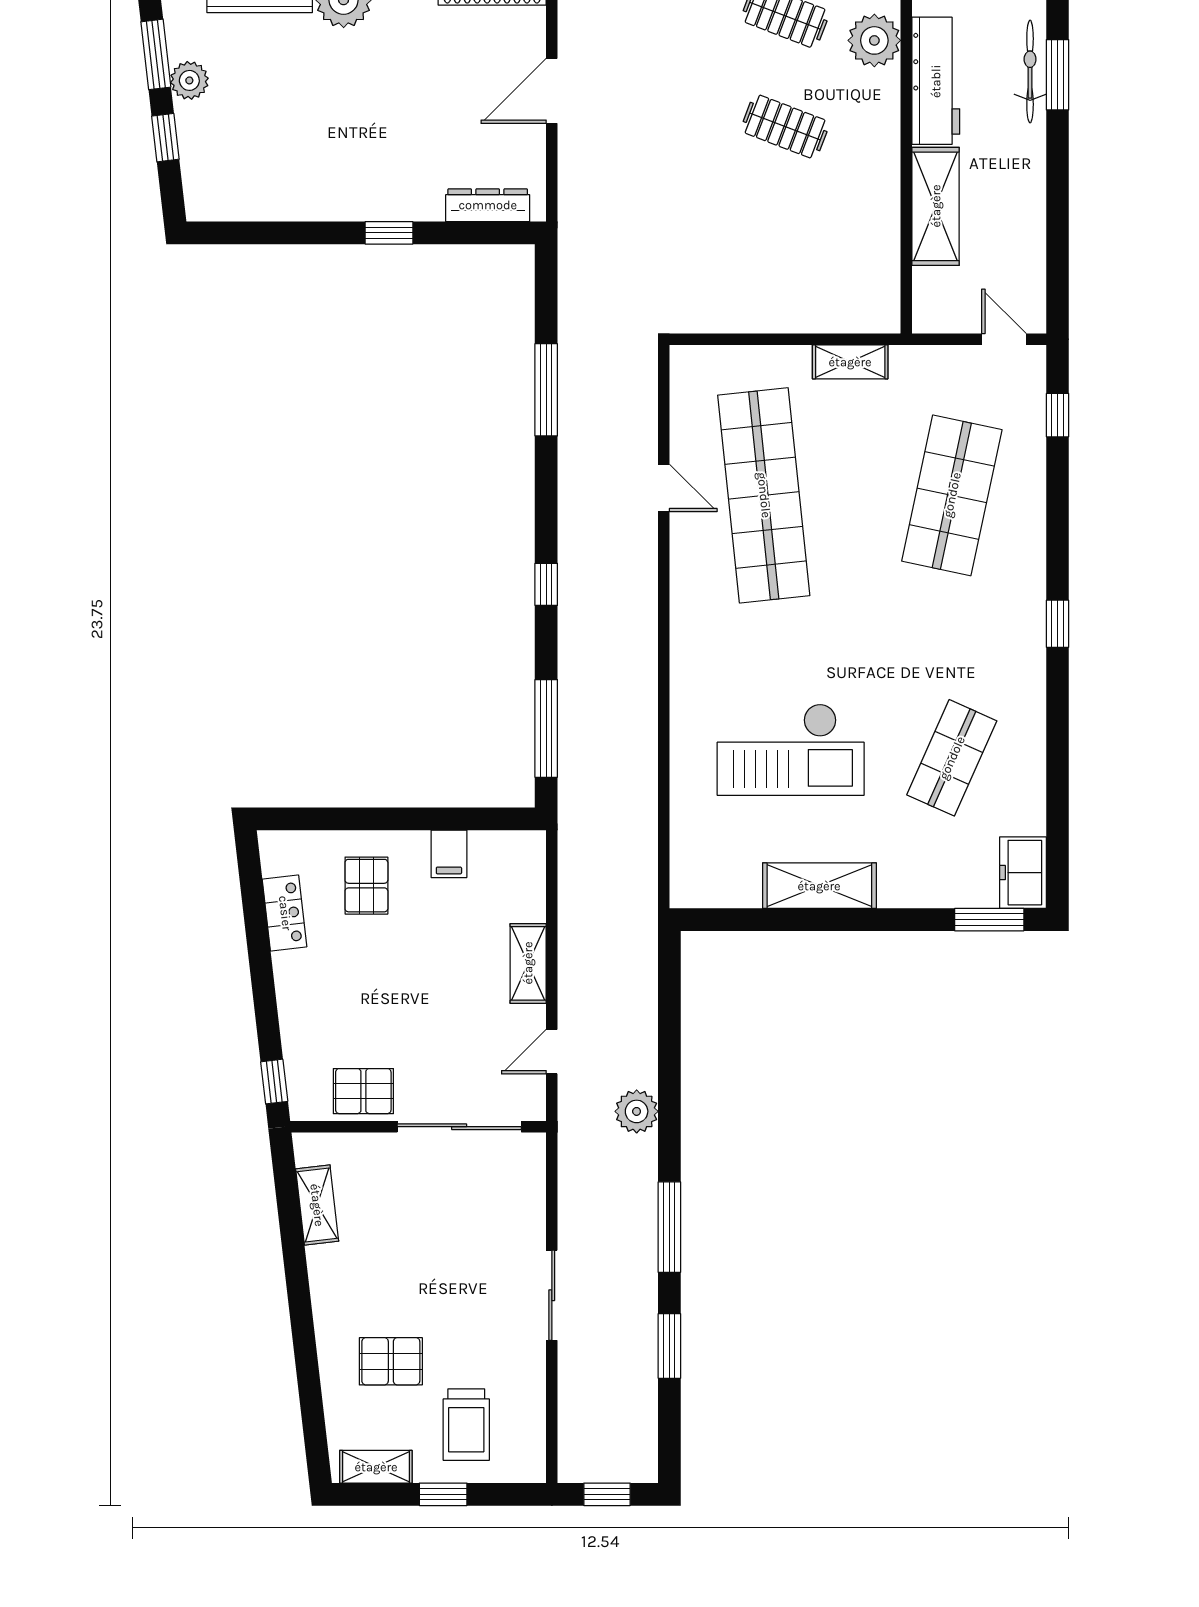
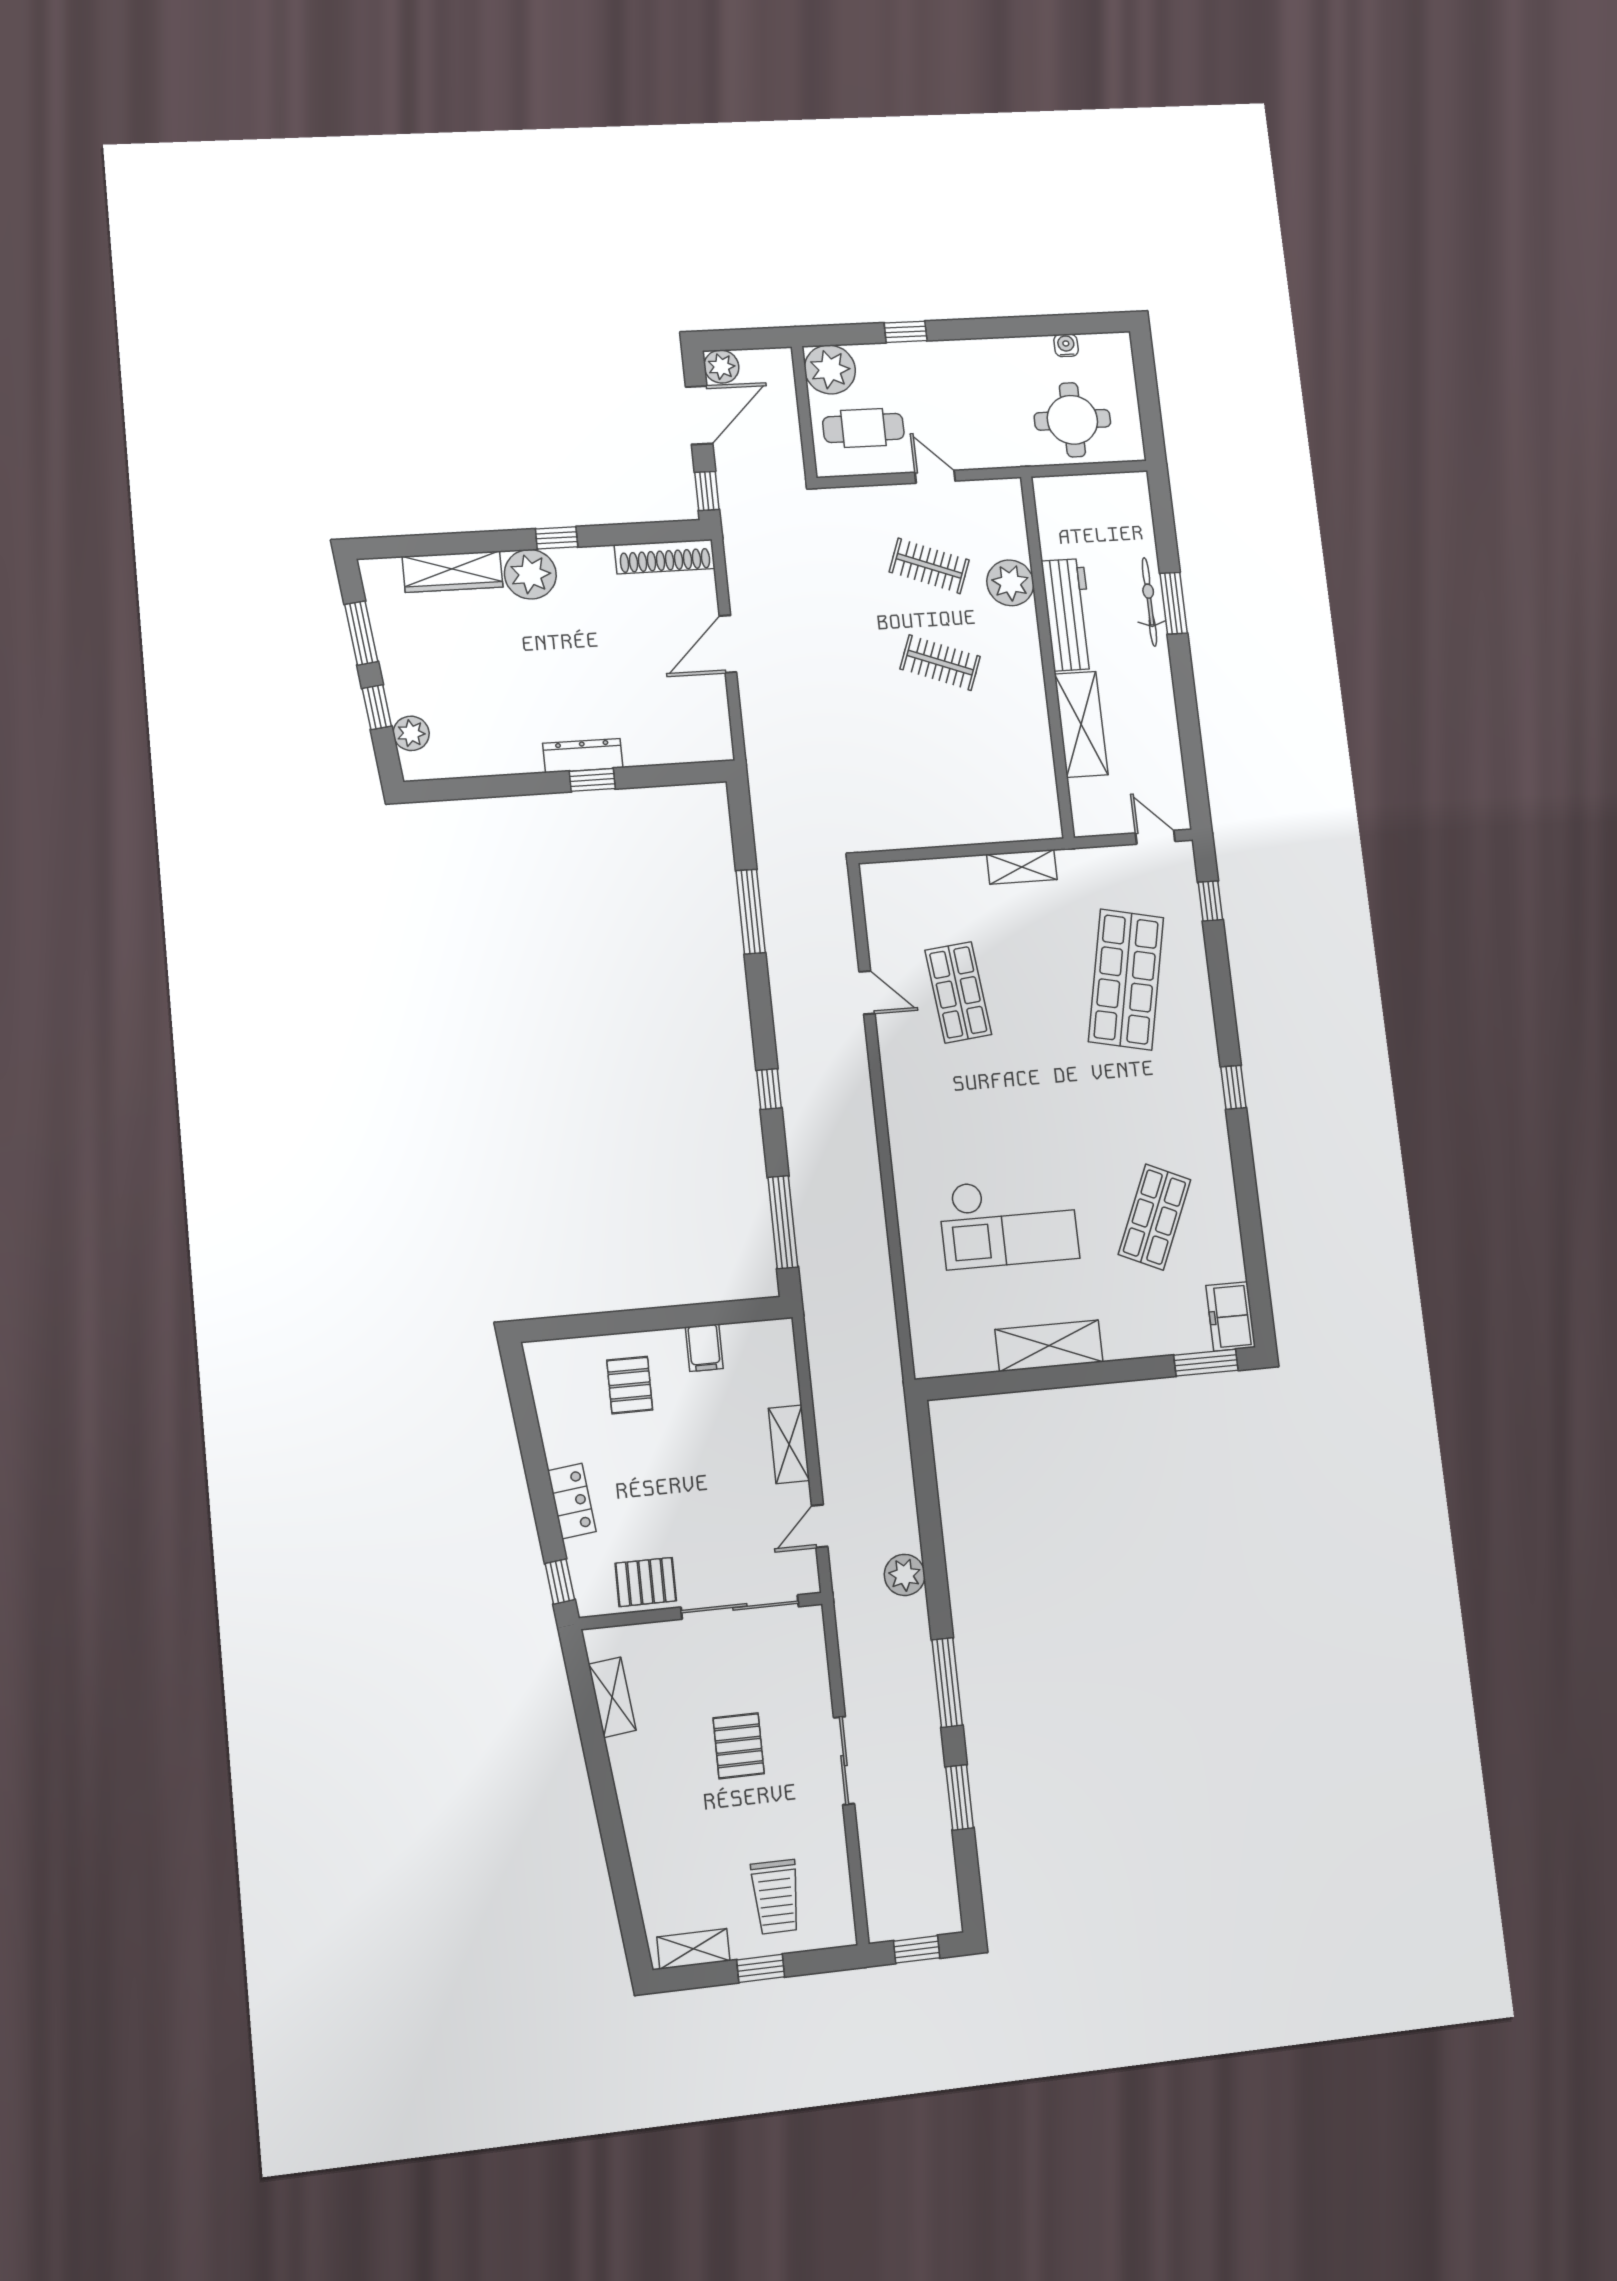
plant: (189, 80) -> (411, 733), moved
dresser: (488, 205) -> (583, 756), moved
shop shelf: (764, 495) -> (958, 992), width x0.50, depth x0.74
locker: (285, 913) -> (572, 1501), moved
pallet: (391, 1361) -> (739, 1746), moved, turned 90

